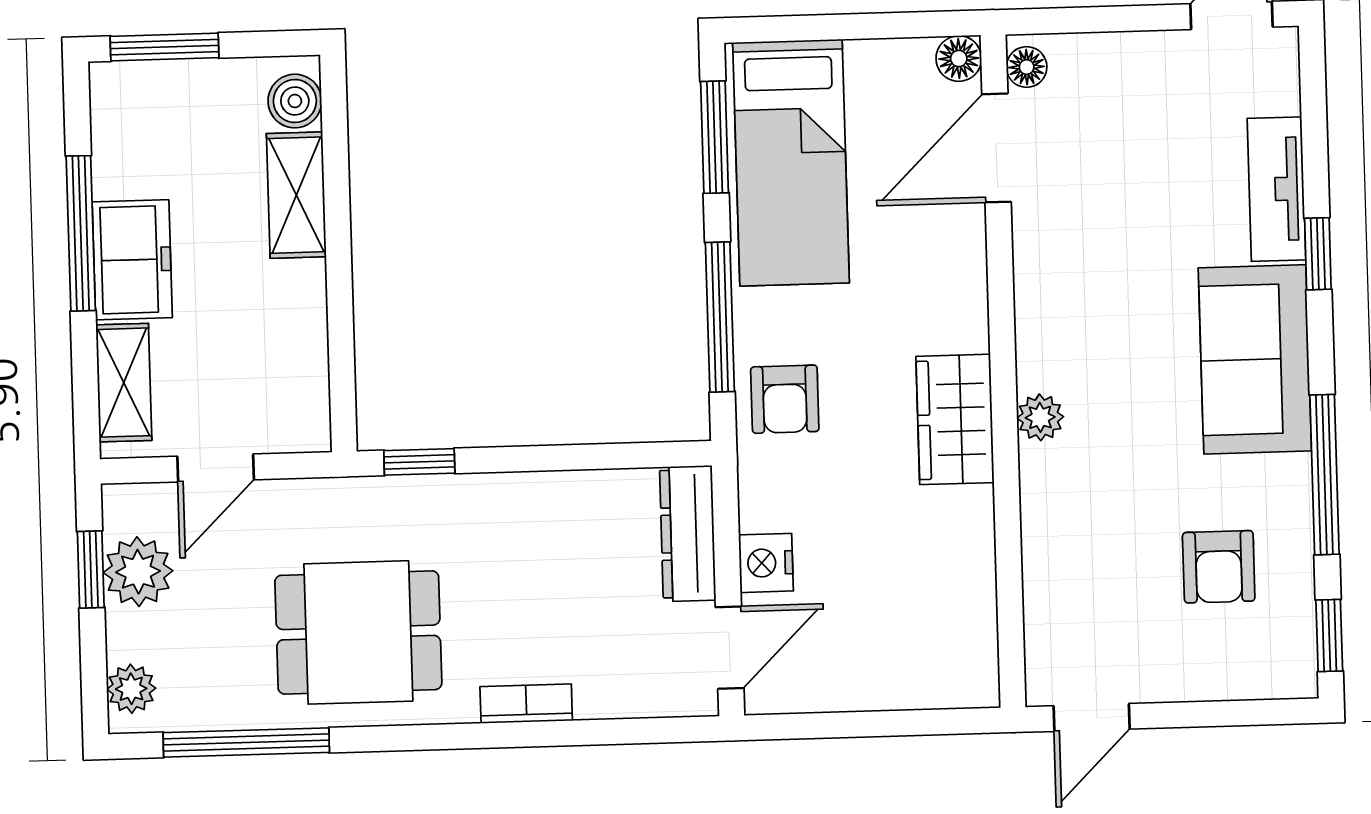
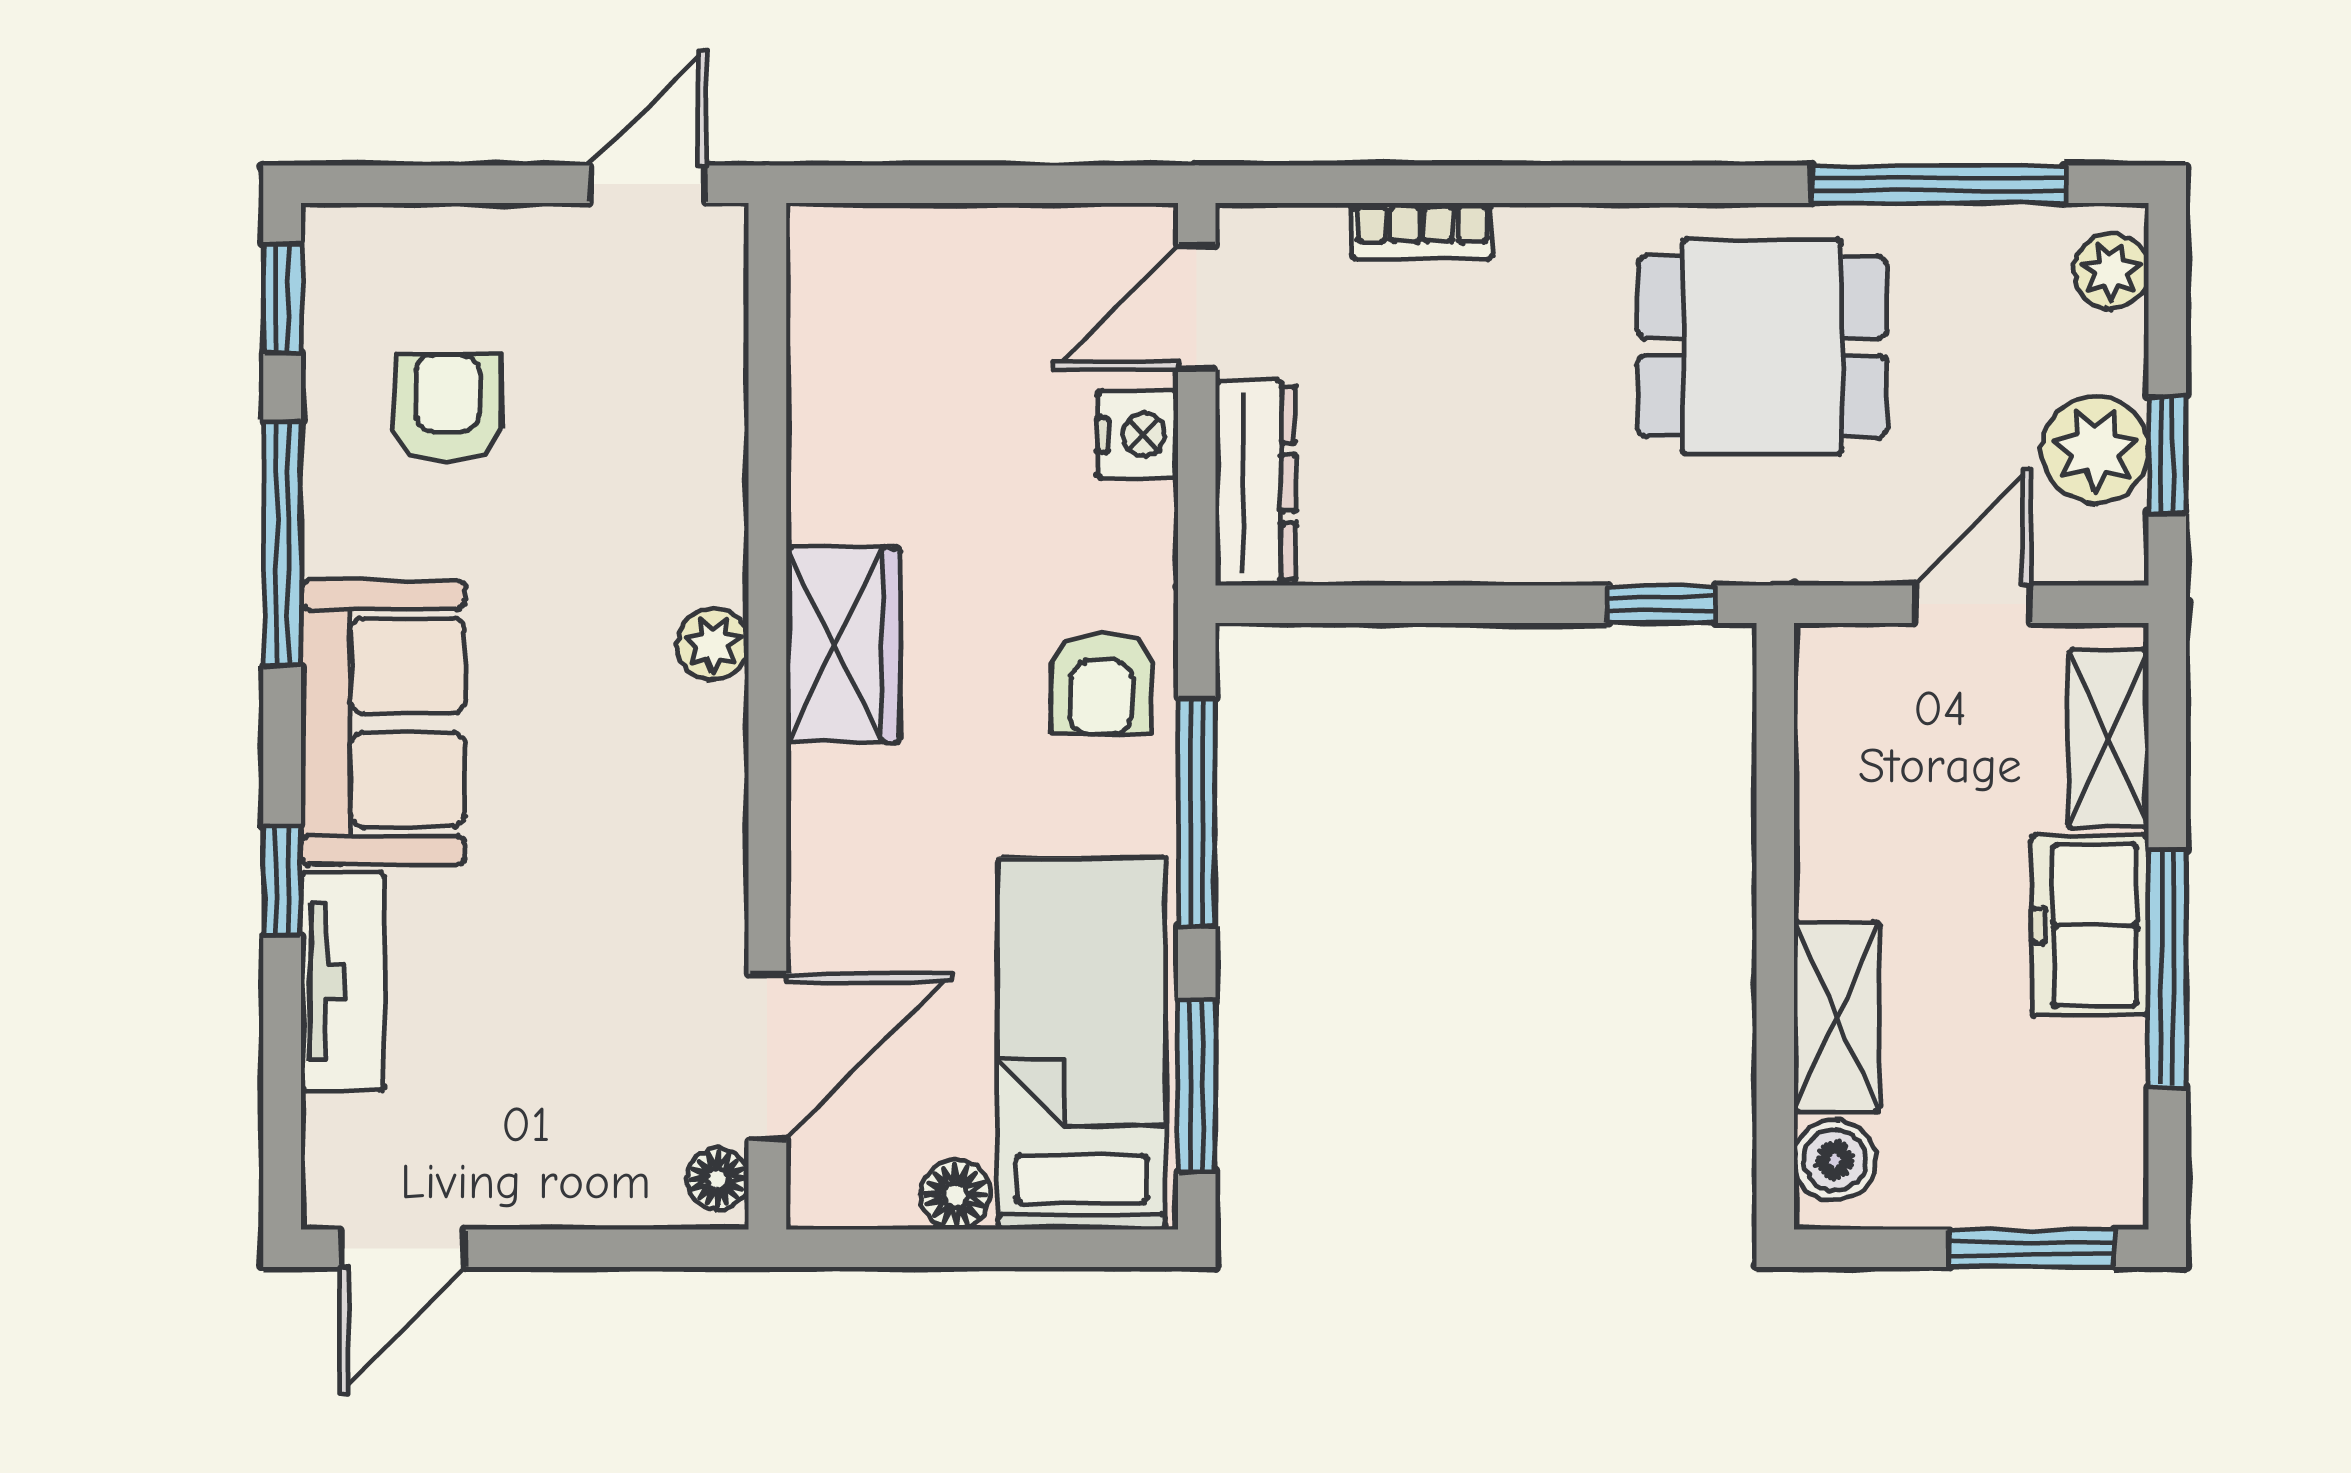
floor lamp: (959, 59) -> (955, 1195), moved
armchair: (785, 399) -> (1101, 683), turned 180
bookcase: (526, 704) -> (1422, 231), moved

